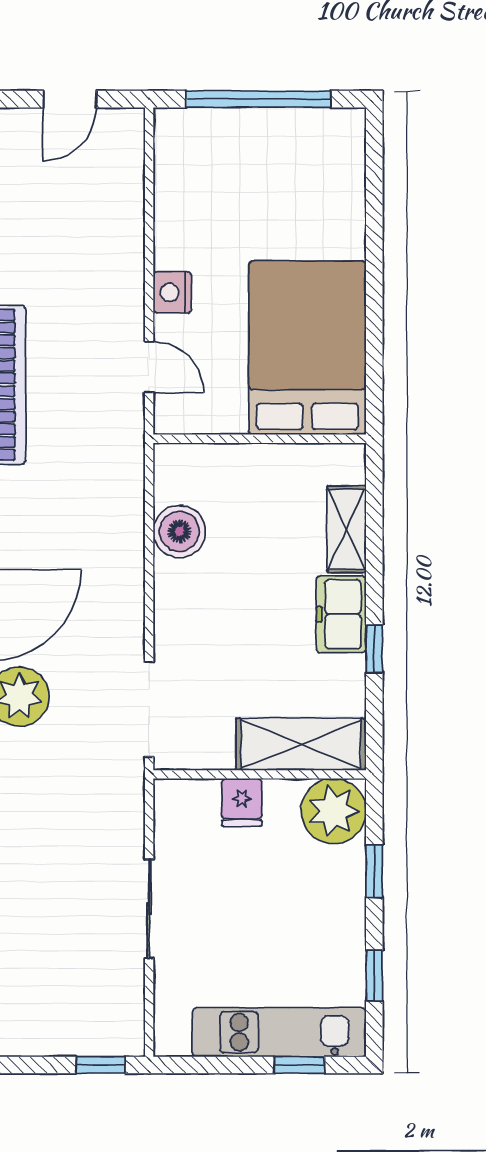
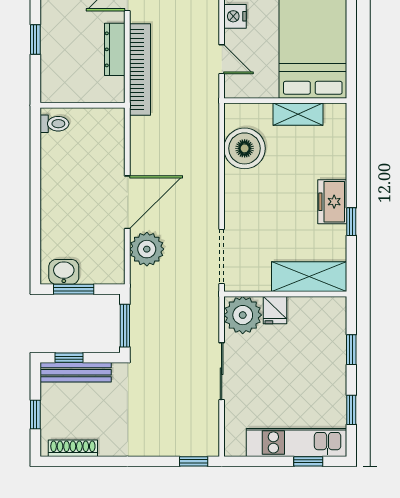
shelving: (347, 529) -> (298, 114), moved, turned 90
boiler: (179, 531) -> (245, 148), width x1.37, depth x1.37
plant: (333, 811) -> (243, 315), moved

